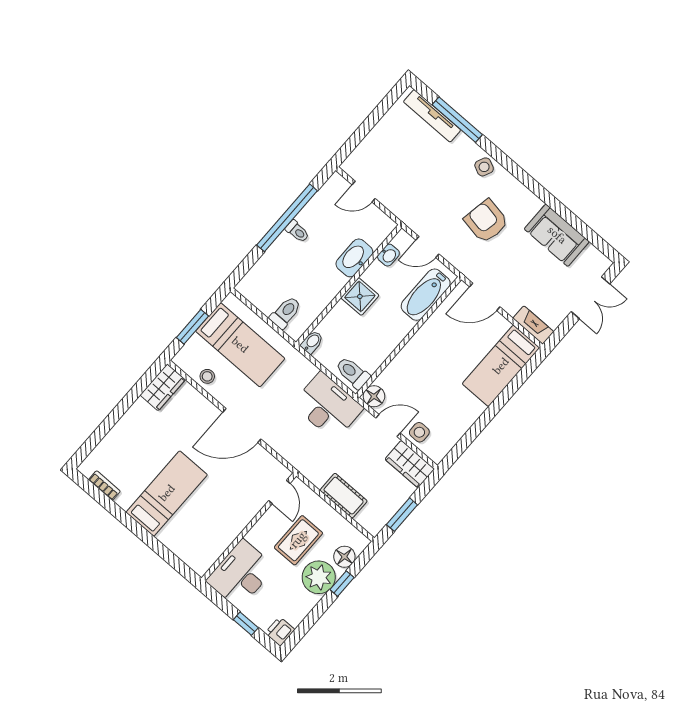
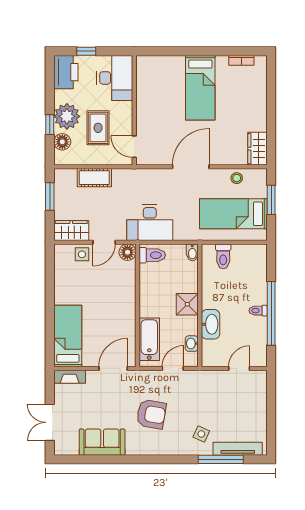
side table: (484, 167) -> (201, 434), moved
printer: (280, 631) -> (66, 72), width x1.87, depth x1.48

